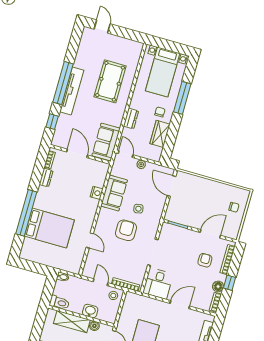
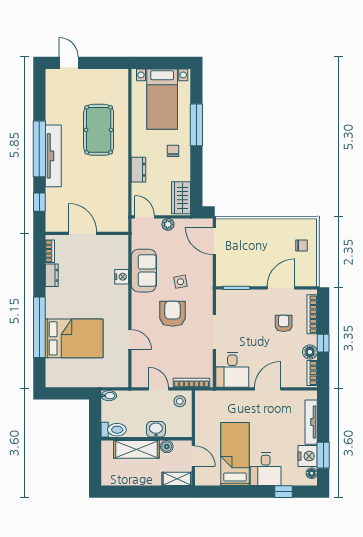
wardrobe: (160, 134) -> (181, 198), moved
sofa: (106, 142) -> (115, 208), removed

